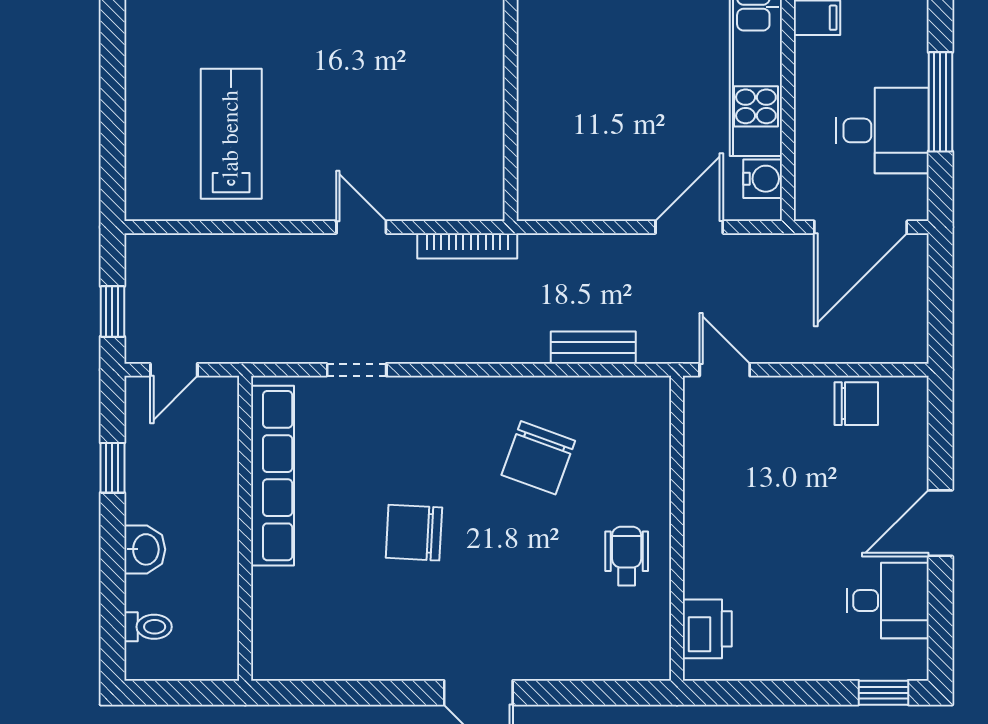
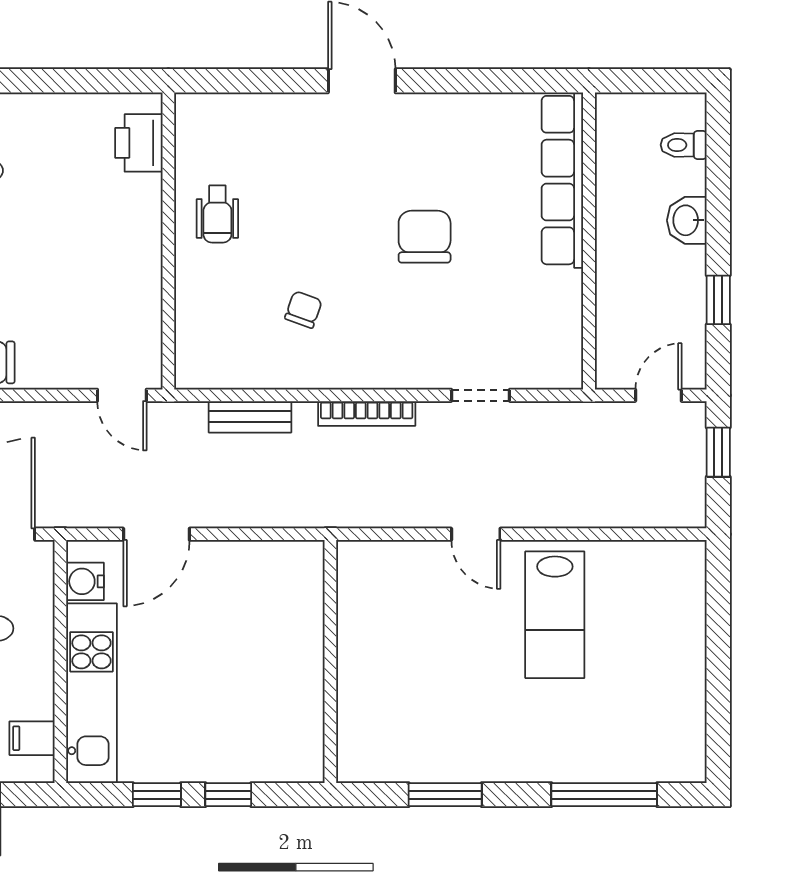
lab bench: (231, 134) -> (555, 615), moved
bookcase: (467, 246) -> (367, 414), moved, turned 180
chair: (538, 458) -> (303, 310), width x0.54, depth x0.54
row of seats: (272, 476) -> (562, 180), moved
chair: (414, 533) -> (425, 237), turned -93

